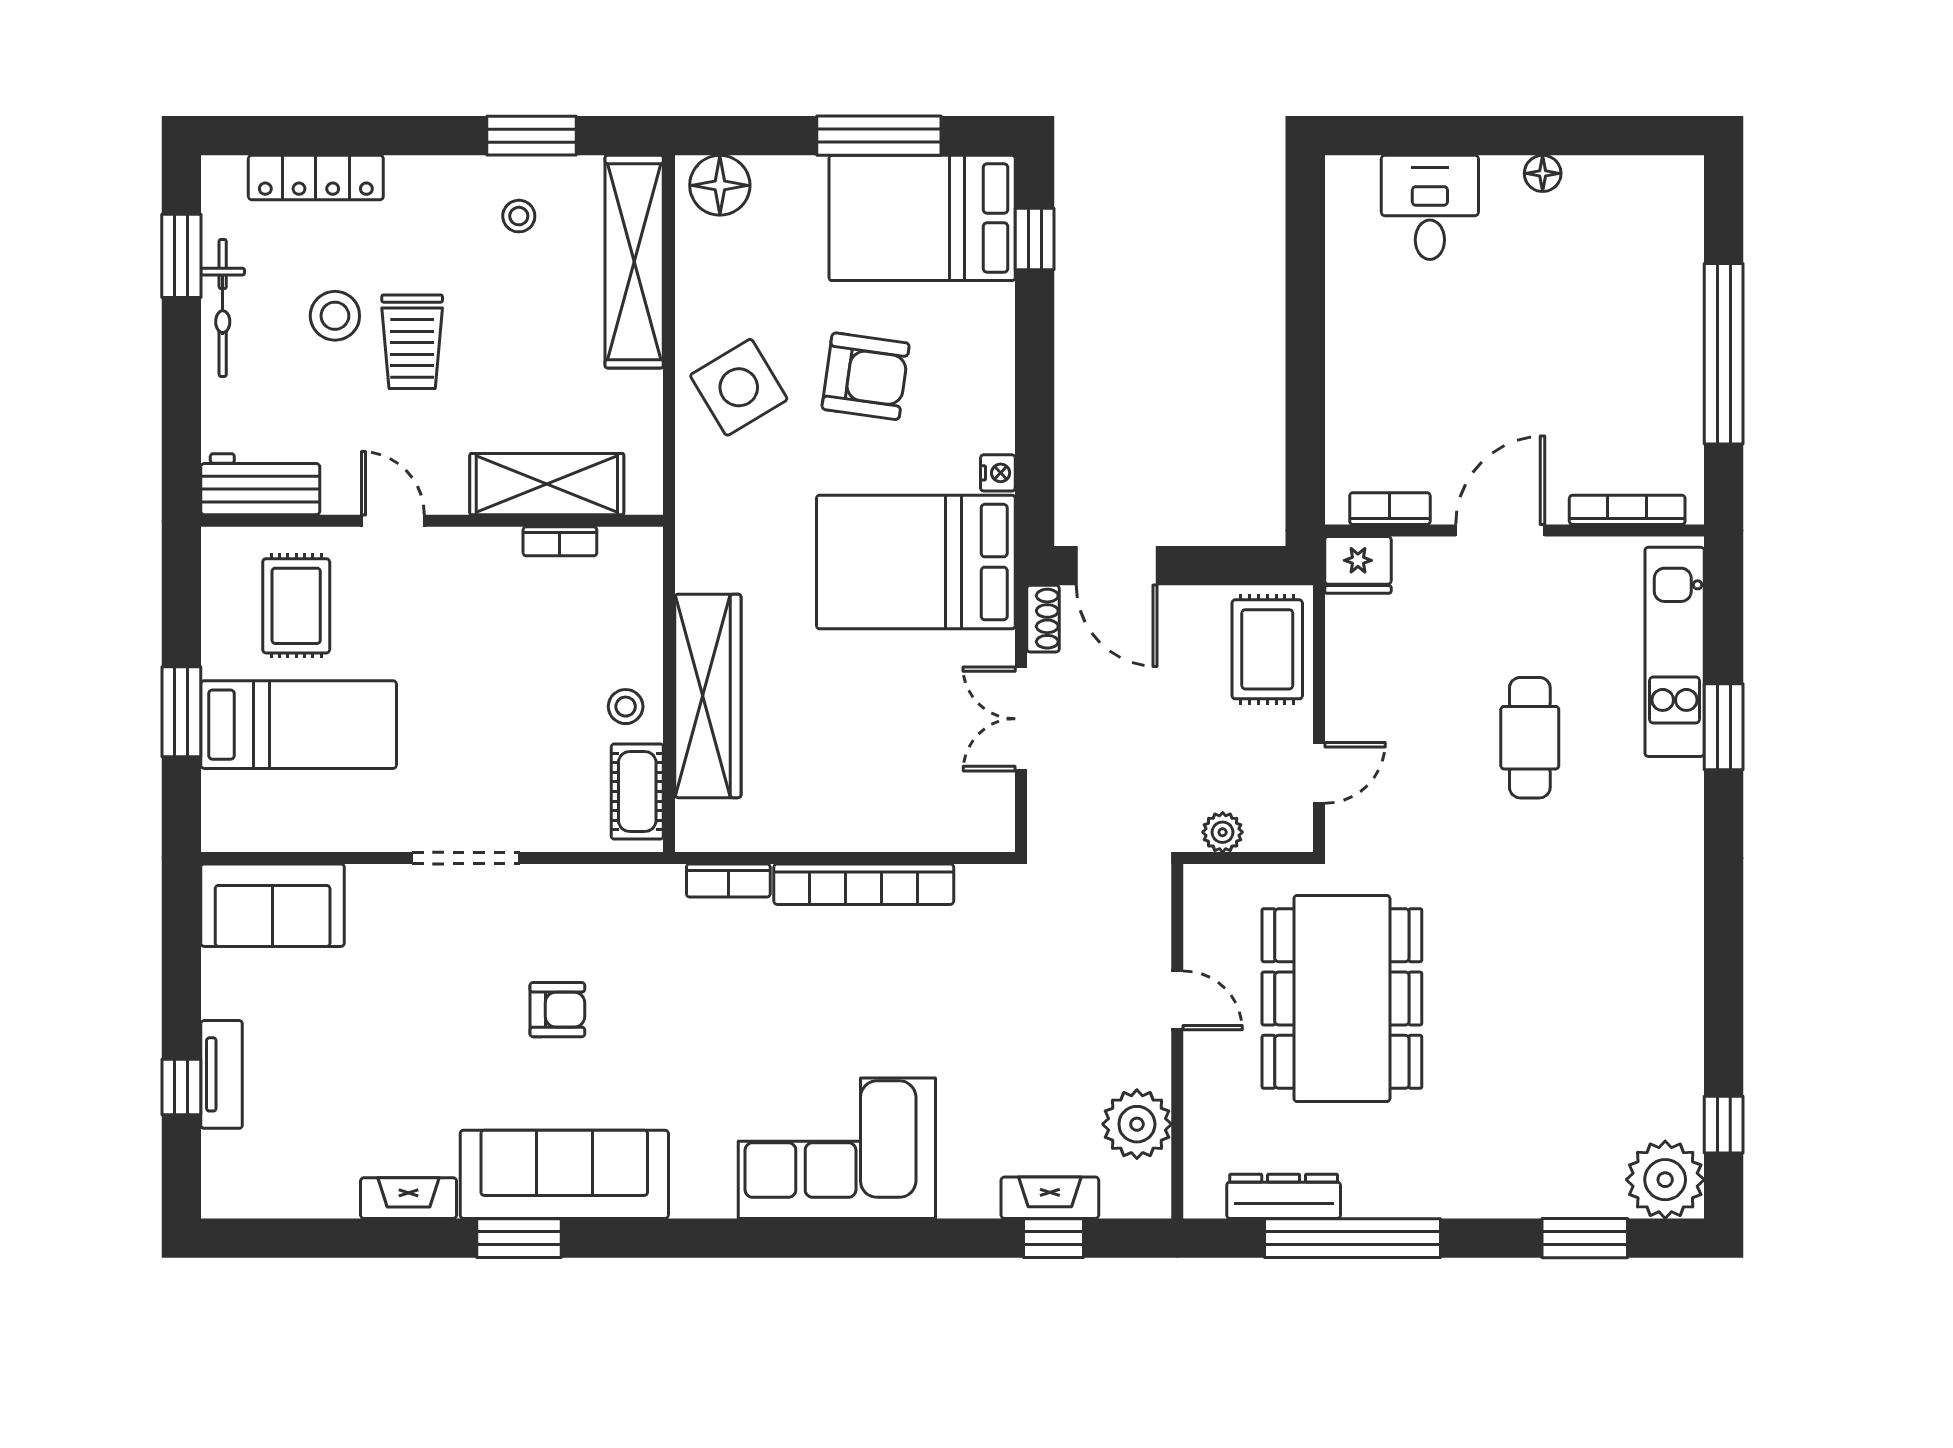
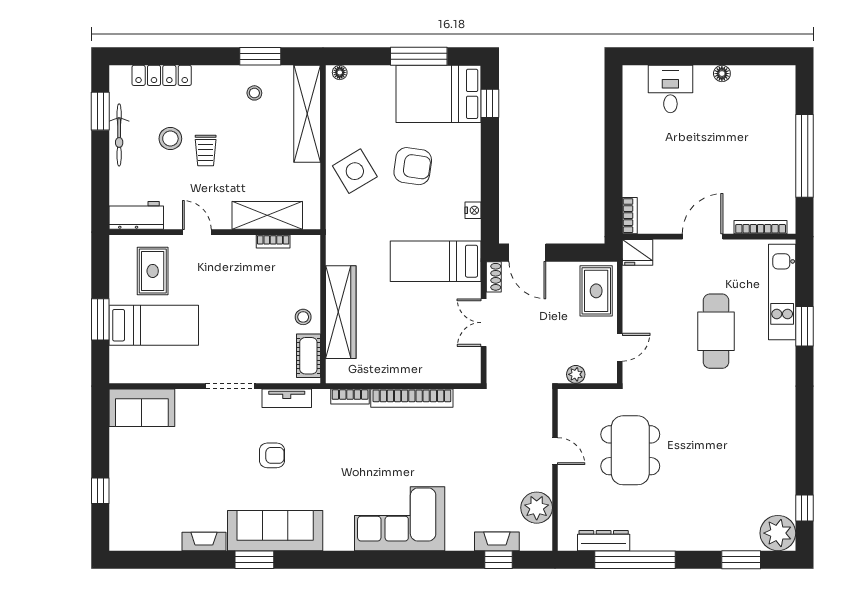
floor lamp: (720, 185) -> (340, 72), width x0.53, depth x0.53
trolley: (412, 342) -> (206, 150), width x0.73, depth x0.72
bookcase: (1390, 509) -> (630, 216), moved, turned 90
bed: (916, 562) -> (436, 261), width x0.67
cafe table: (1530, 738) -> (716, 331), width x1.37, depth x1.35
dining table: (1342, 999) -> (630, 450), width x0.73, depth x0.80
tv unit: (222, 1074) -> (287, 398), moved, turned 90

